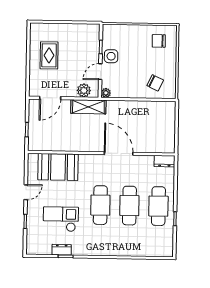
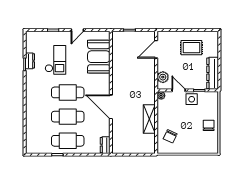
dresser: (80, 31) -> (213, 73), added
chair: (159, 41) -> (209, 125), moved
door: (50, 98) -> (156, 49), hinge flipped
shelving: (88, 107) -> (149, 119), moved
door: (119, 153) -> (111, 107), swing flipped
door: (26, 192) -> (77, 30), hinge flipped

